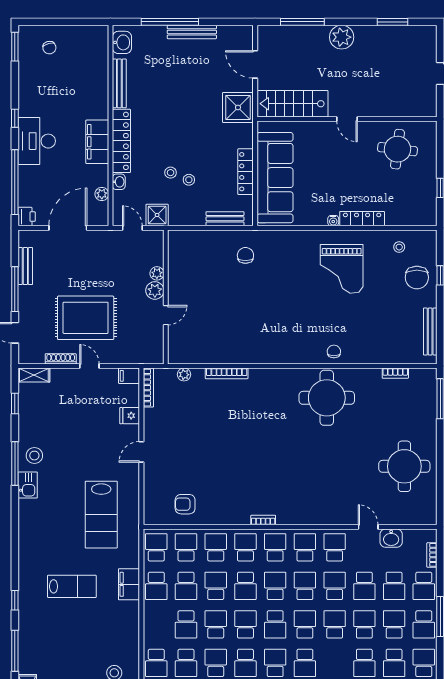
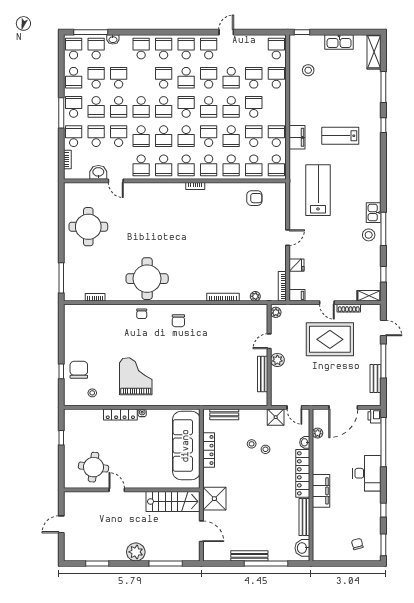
window: (15, 118) -> (383, 510), moved
door: (347, 119) -> (117, 490), moved
filing cabinet: (97, 142) -> (321, 491), moved
chair: (245, 255) -> (178, 321), moved
plant: (157, 273) -> (276, 312), moved
bench: (430, 332) -> (263, 374), moved

